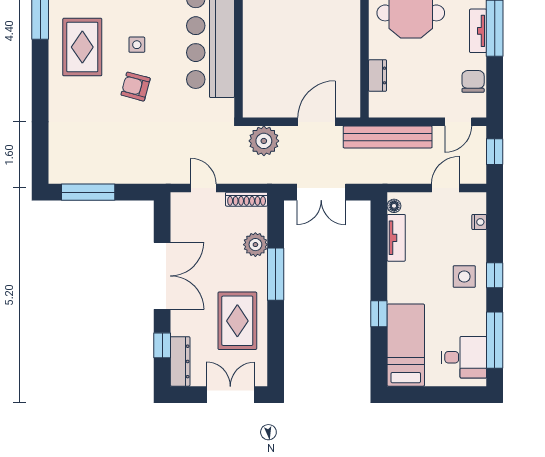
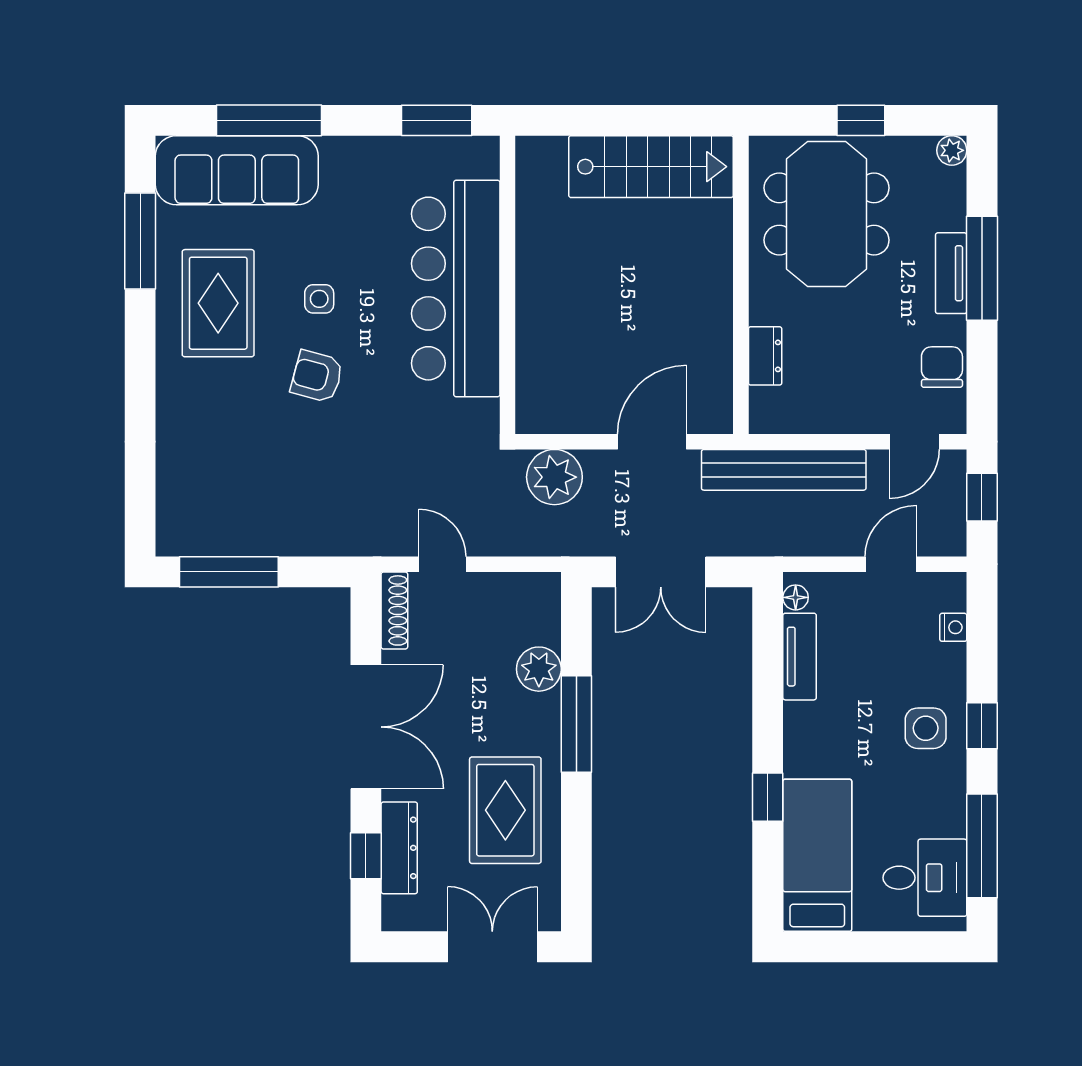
shoe rack: (247, 199) -> (394, 610), moved, turned -90
dresser: (180, 361) -> (399, 848), moved

